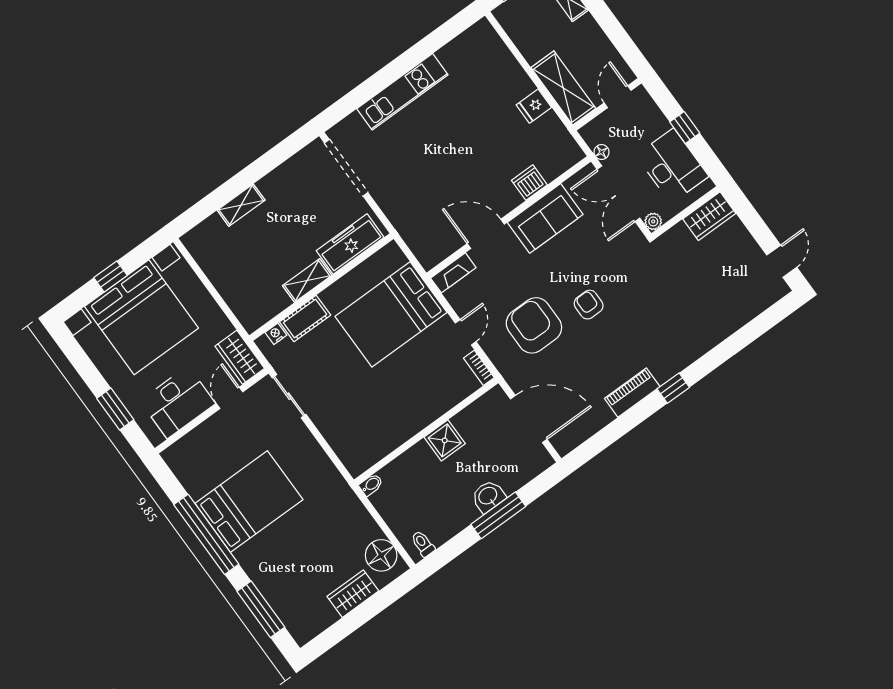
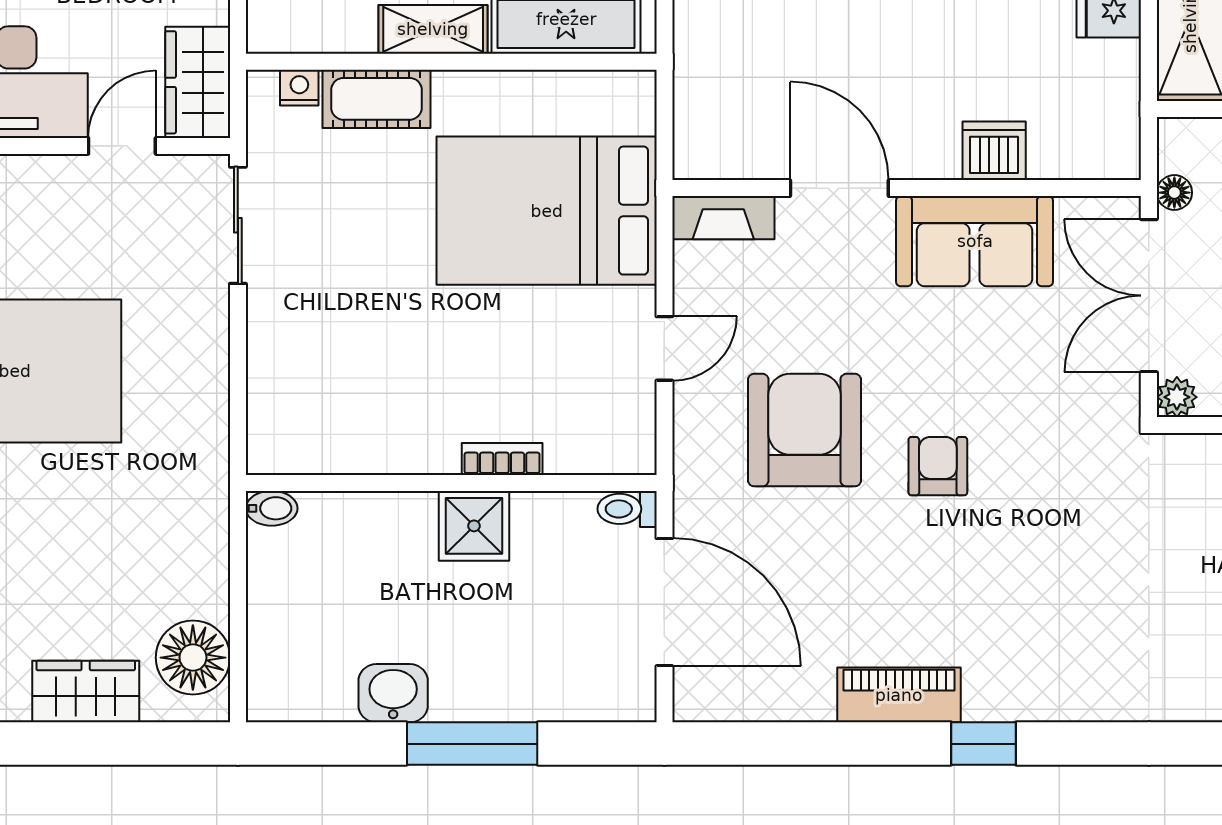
bookcase: (479, 368) -> (502, 459), moved, turned 90
washbasin: (488, 496) -> (393, 693), moved
toilet: (423, 544) -> (627, 509), moved, turned -90

